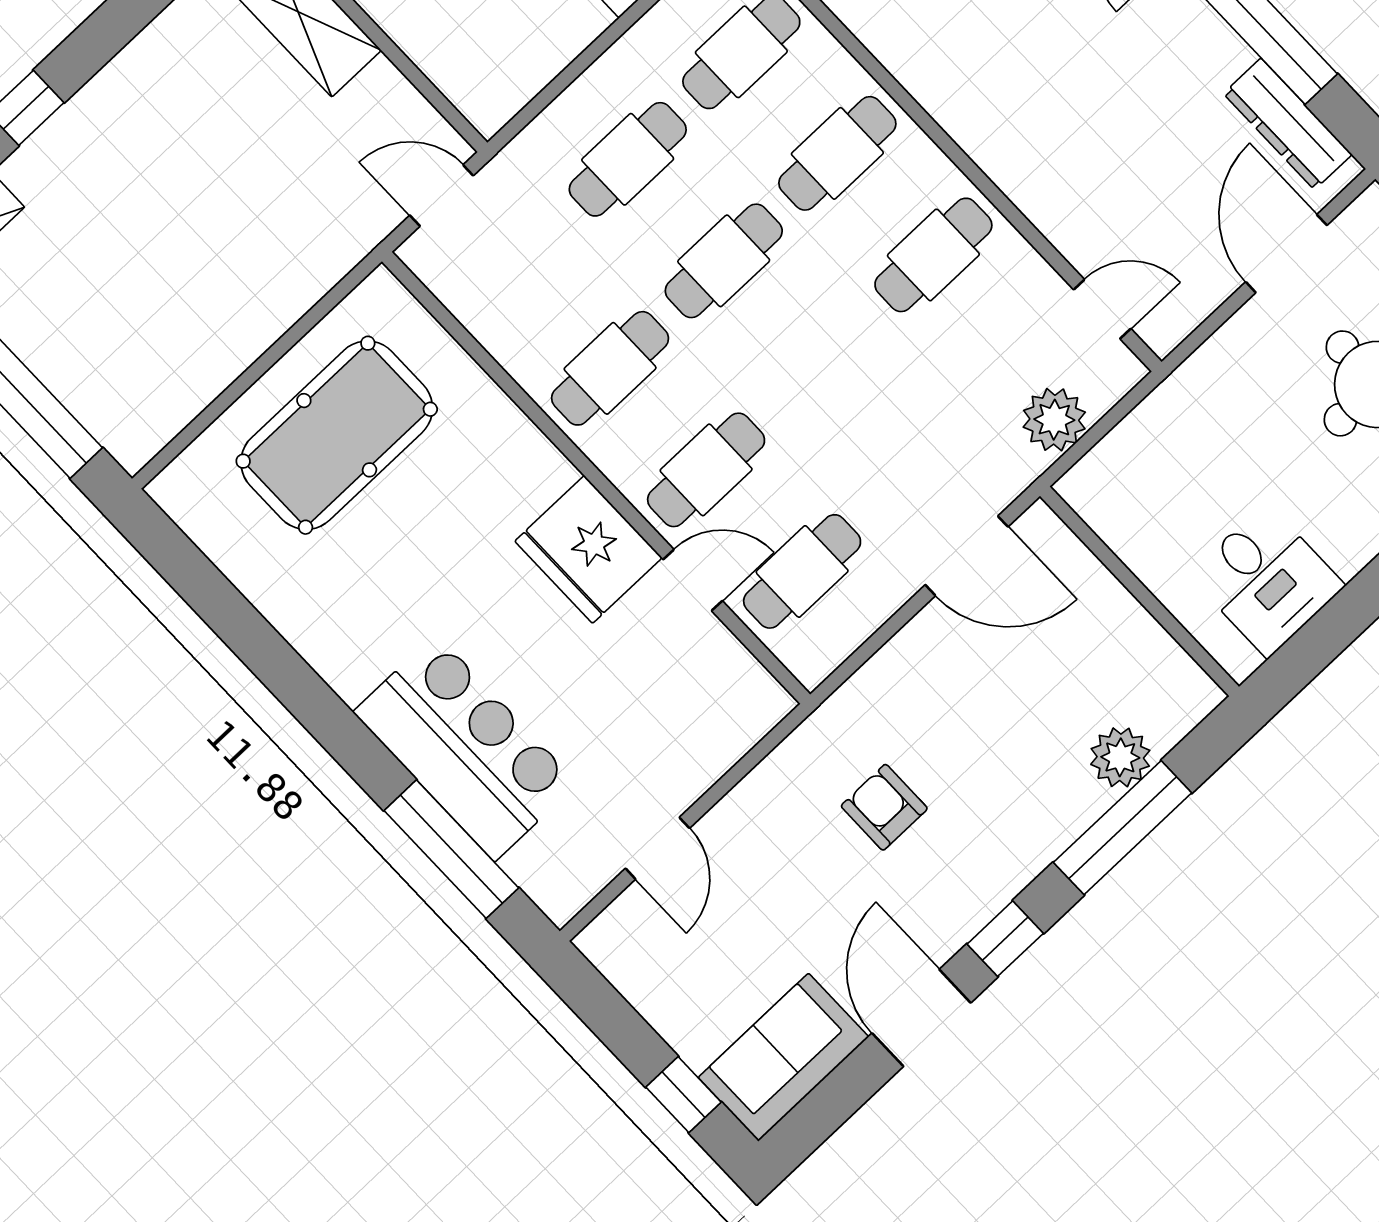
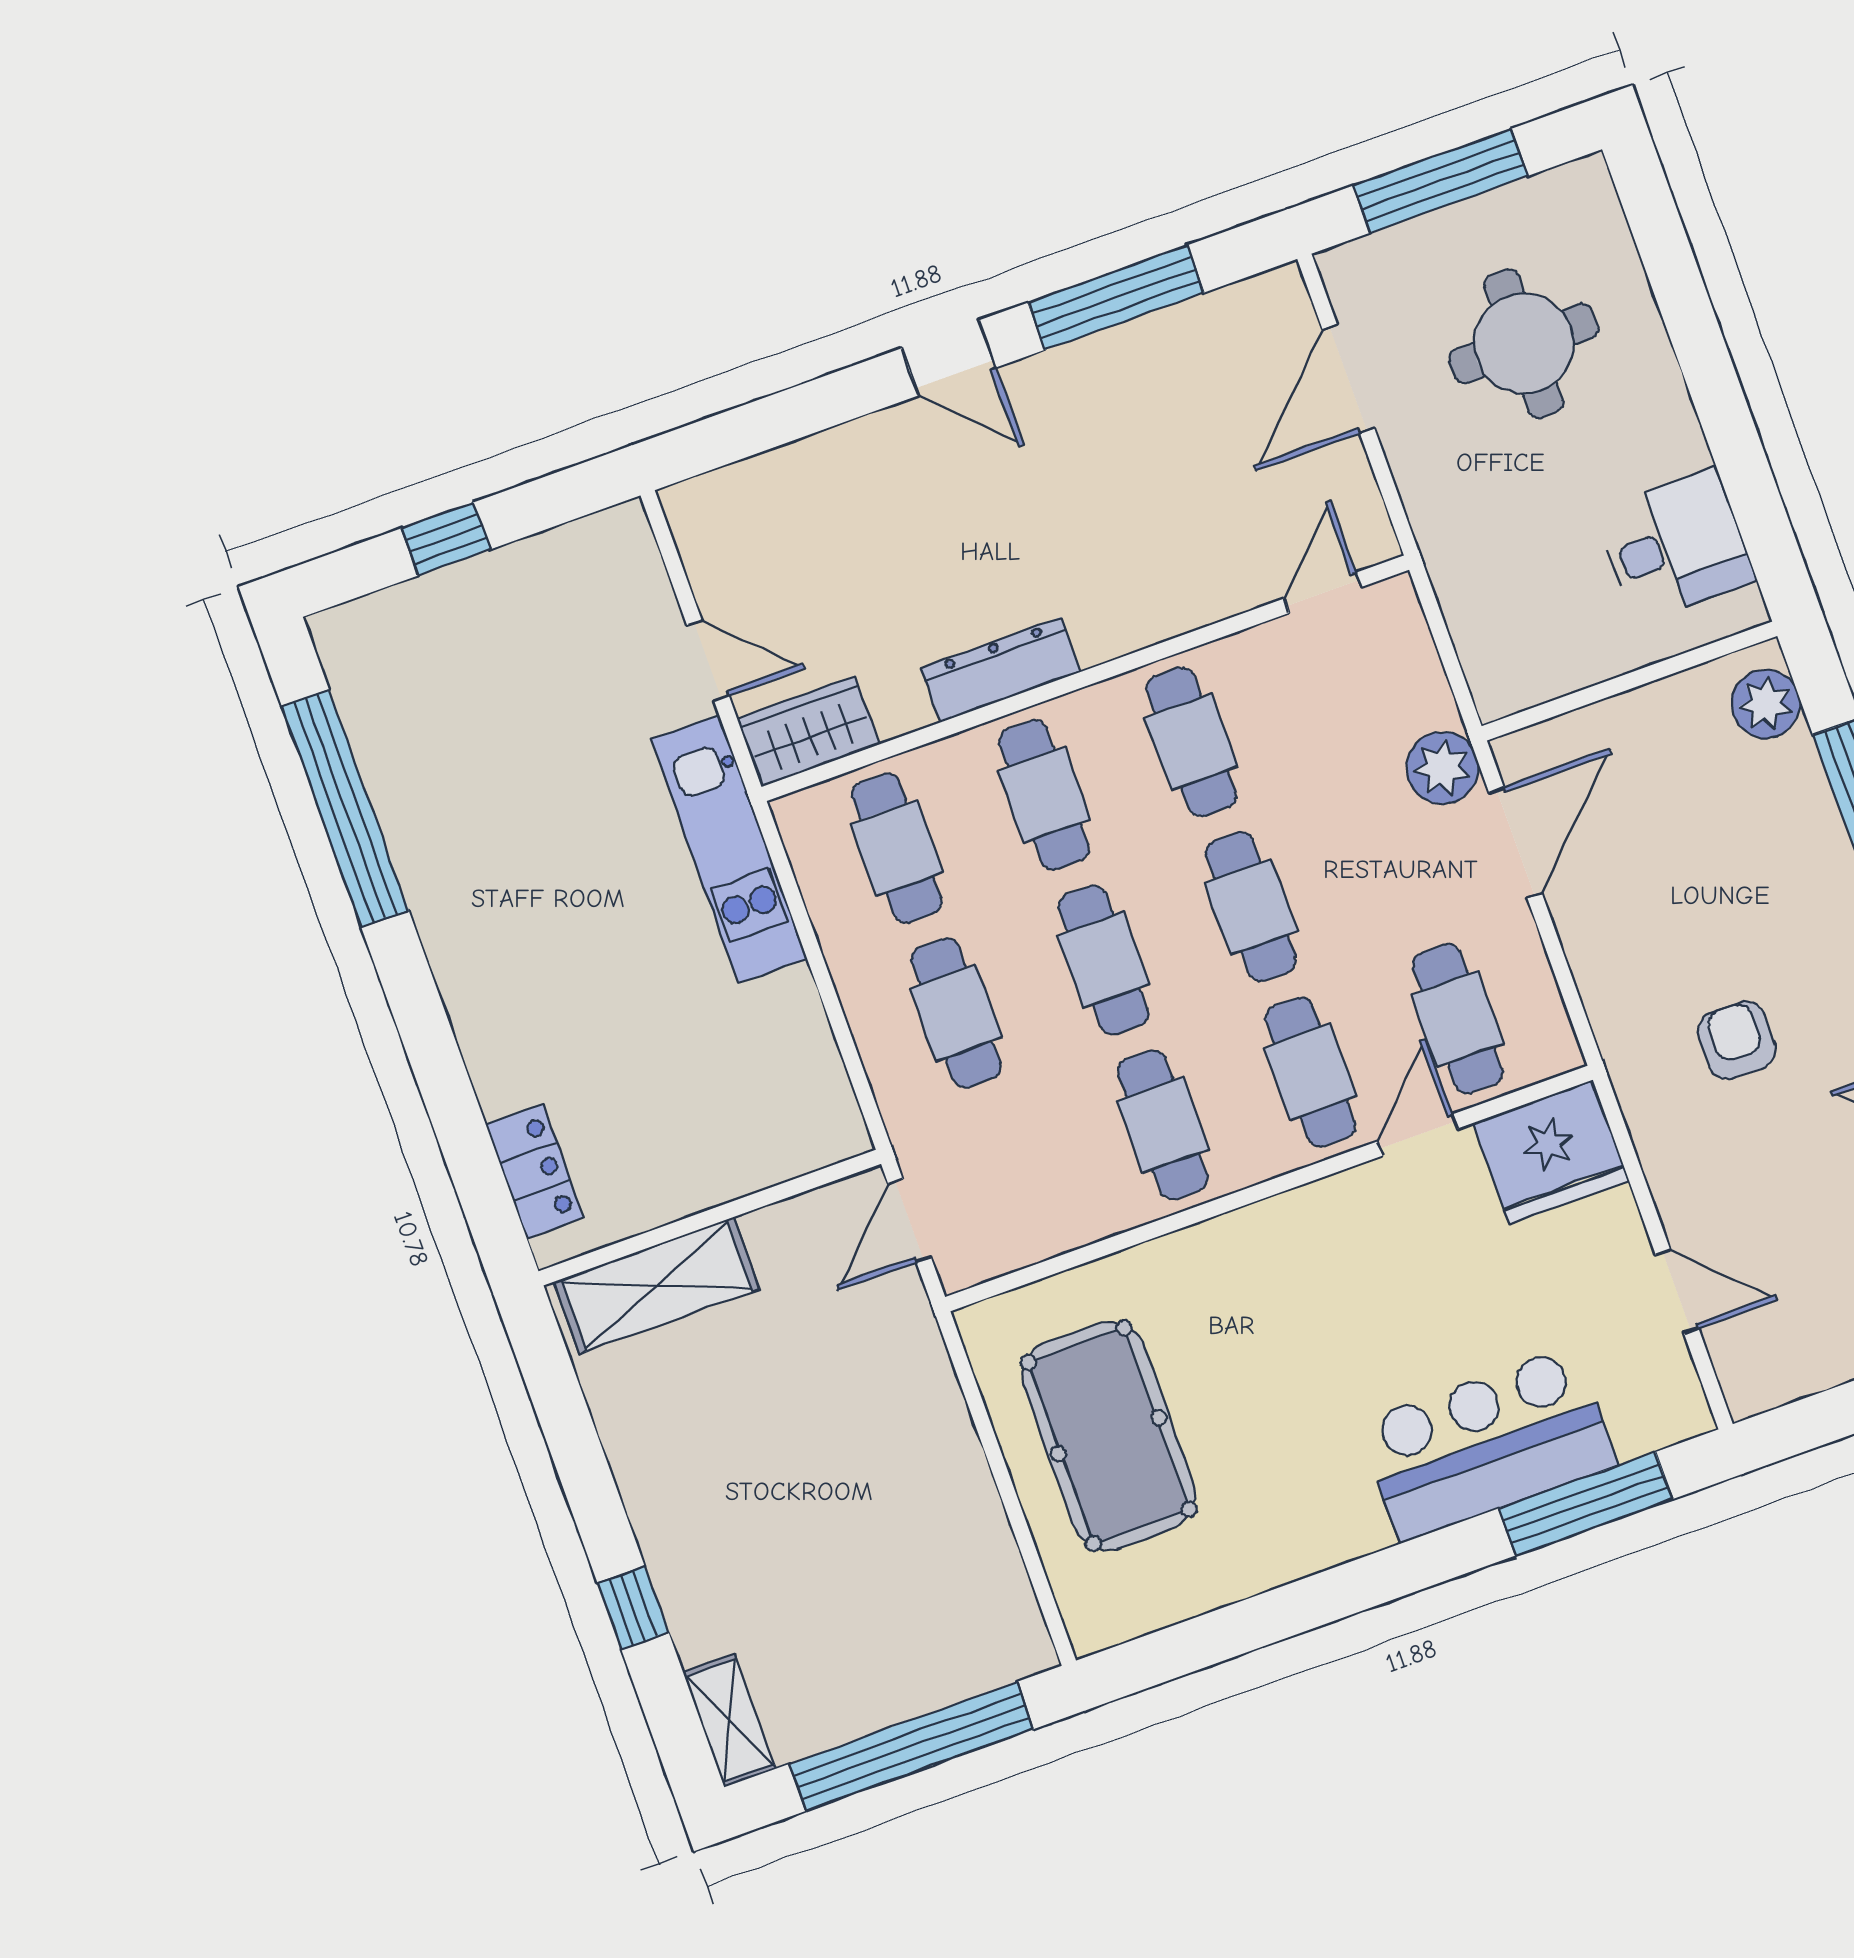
dresser: (1288, 124) -> (1001, 670), moved, turned 180
door: (1286, 254) -> (1348, 379), hinge flipped
cafe table: (820, 362) -> (1251, 907), added
plant: (1054, 420) -> (1442, 768), moved
fridge: (588, 549) -> (1551, 1152), moved
plant: (1120, 757) -> (1766, 704), moved
armchair: (884, 807) -> (1737, 1040), turned 90

